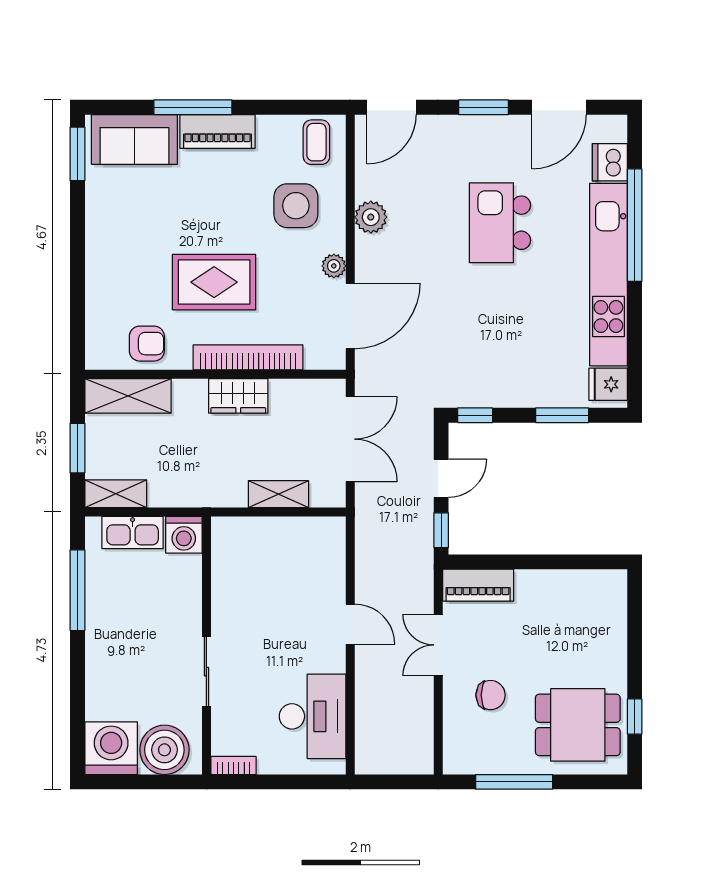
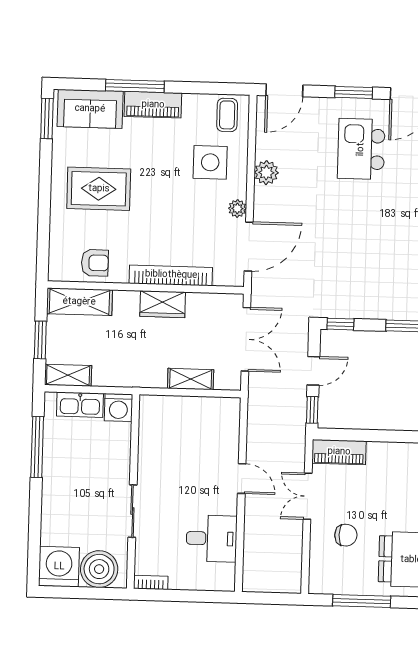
kitchen island: (500, 223) -> (361, 149), moved
rug: (214, 282) -> (99, 189), moved
desk: (313, 716) -> (212, 539), width x0.73

